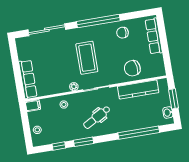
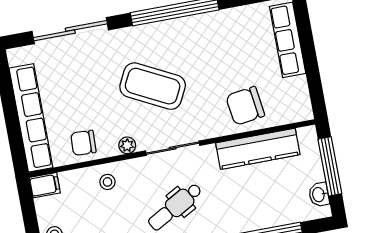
chair: (122, 33) -> (83, 143), moved
coffee table: (87, 58) -> (153, 86), turned -63
row of seats: (28, 79) -> (31, 118), width x1.36
window: (173, 99) -> (330, 166), width x1.44

